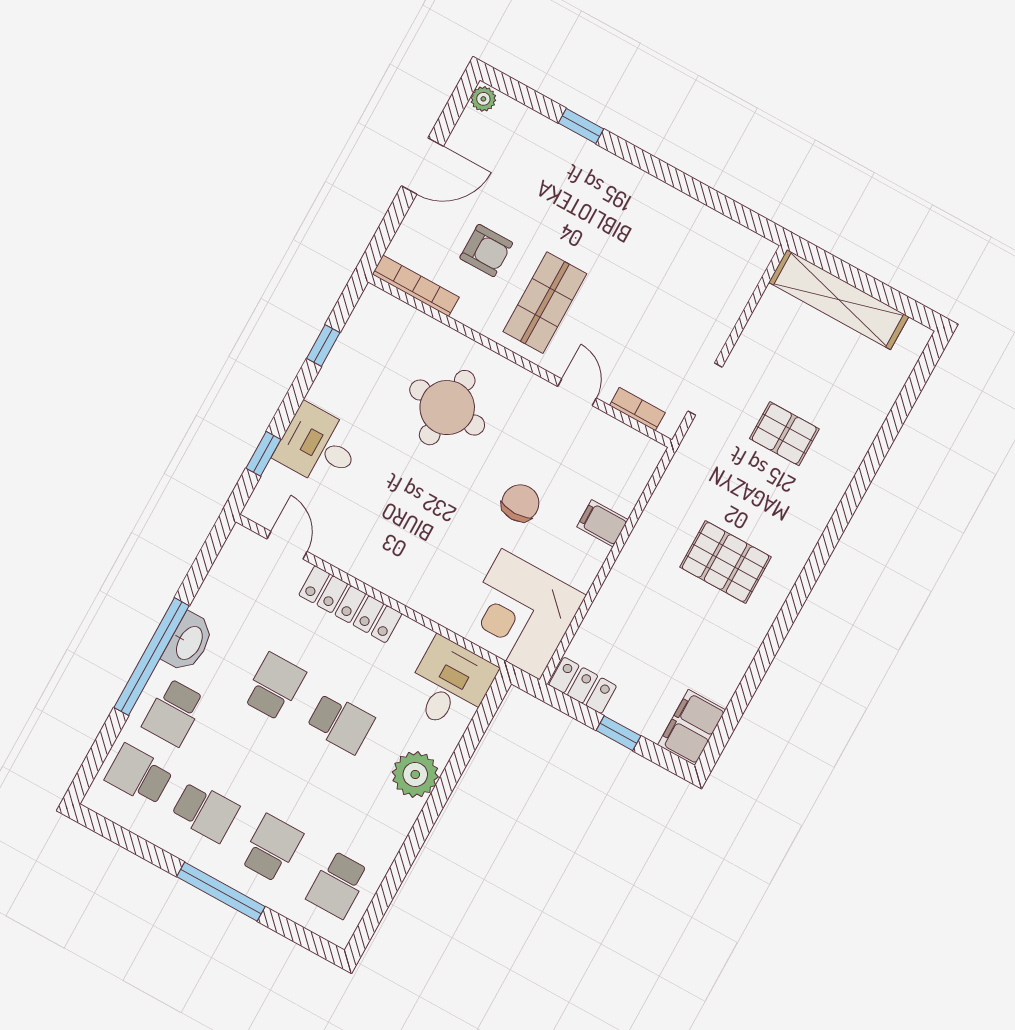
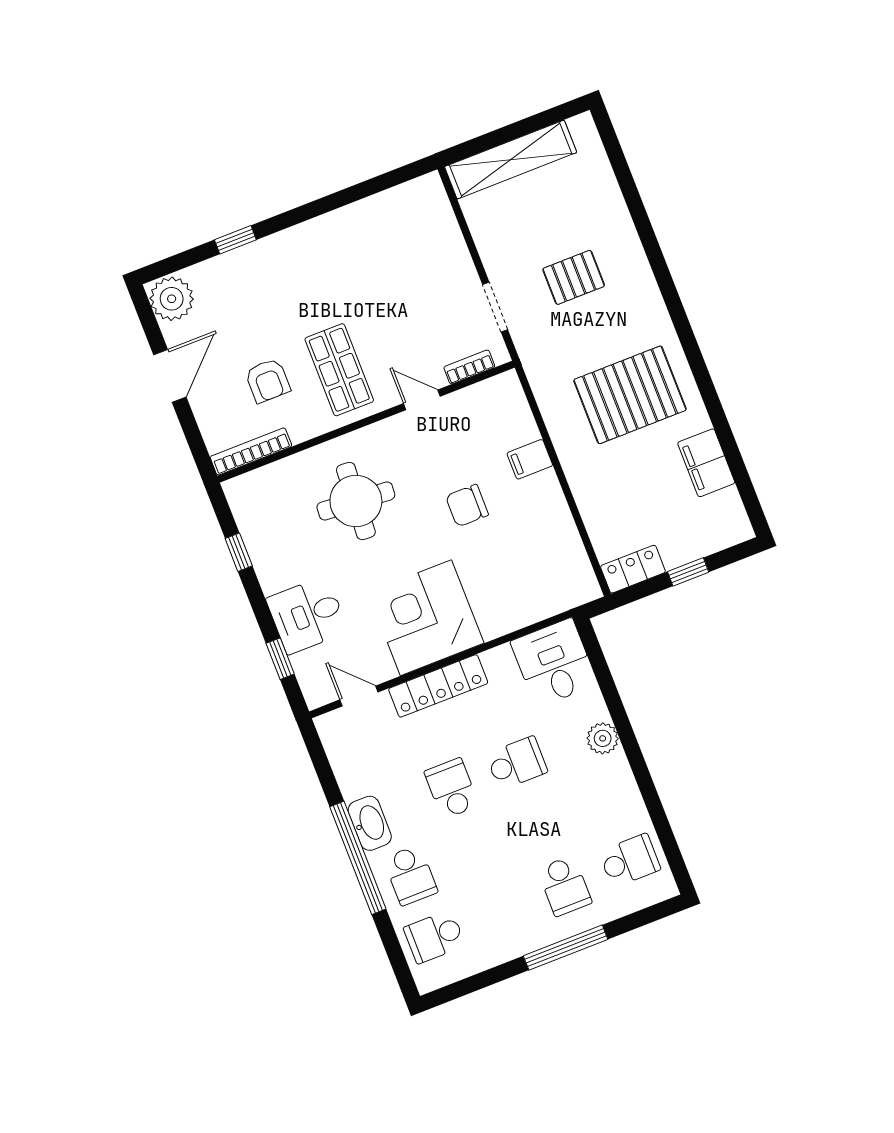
plant: (483, 99) -> (172, 299), width x1.88, depth x1.88
armchair: (486, 251) -> (268, 381), turned 90
chair: (520, 503) -> (467, 506), turned -90
pallet: (726, 562) -> (630, 395), width x1.37, depth x1.41
corner desk: (521, 614) -> (426, 618), moved, turned 90
filing cabinet: (692, 727) -> (706, 463), moved
plant: (415, 774) -> (603, 738), width x0.73, depth x0.73
school desk: (205, 811) -> (499, 911), removed
school desk: (272, 848) -> (565, 886), turned 180
school desk: (338, 885) -> (630, 861), turned -90

